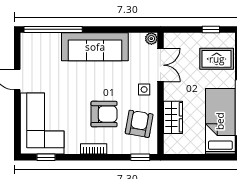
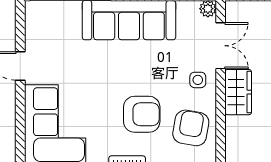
wardrobe: (173, 117) -> (238, 92), moved

